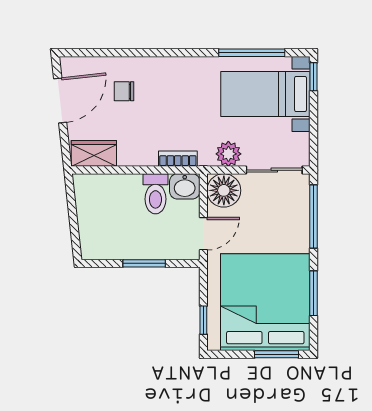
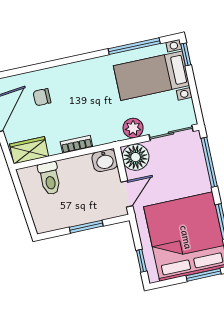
bookcase: (178, 159) -> (76, 144), moved
toilet: (155, 194) -> (50, 178), moved

